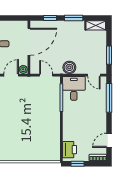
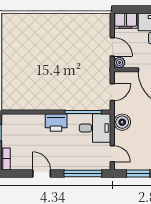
door: (94, 75) -> (112, 154), swing flipped
door: (109, 140) -> (42, 173), moved
printer: (70, 150) -> (56, 122), moved

